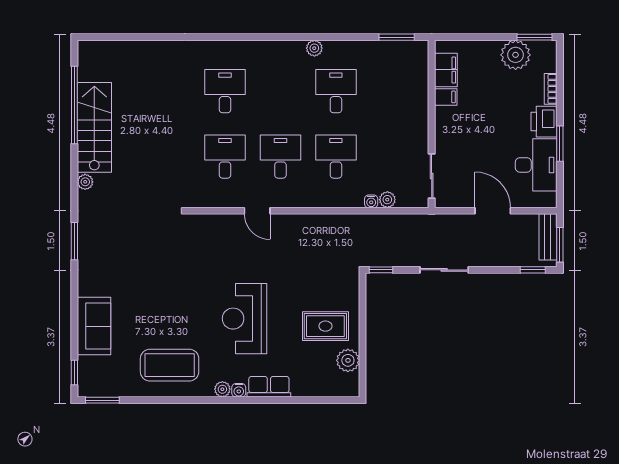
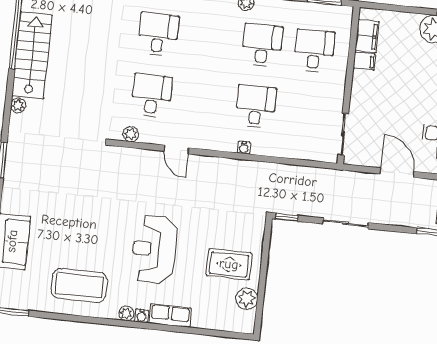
desk: (280, 157) -> (314, 51), moved
plant: (387, 200) -> (131, 134), moved
water cooler: (371, 201) -> (244, 148), moved

